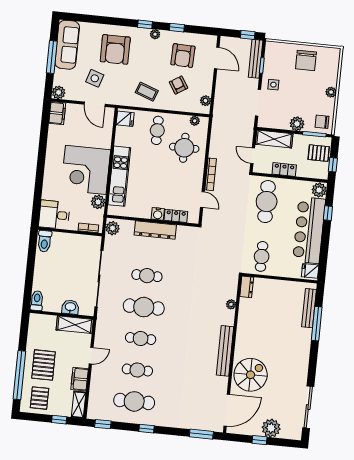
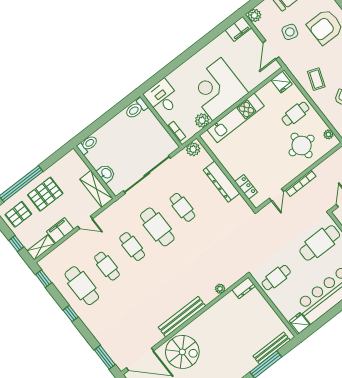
water cooler: (158, 214) -> (235, 172), removed

